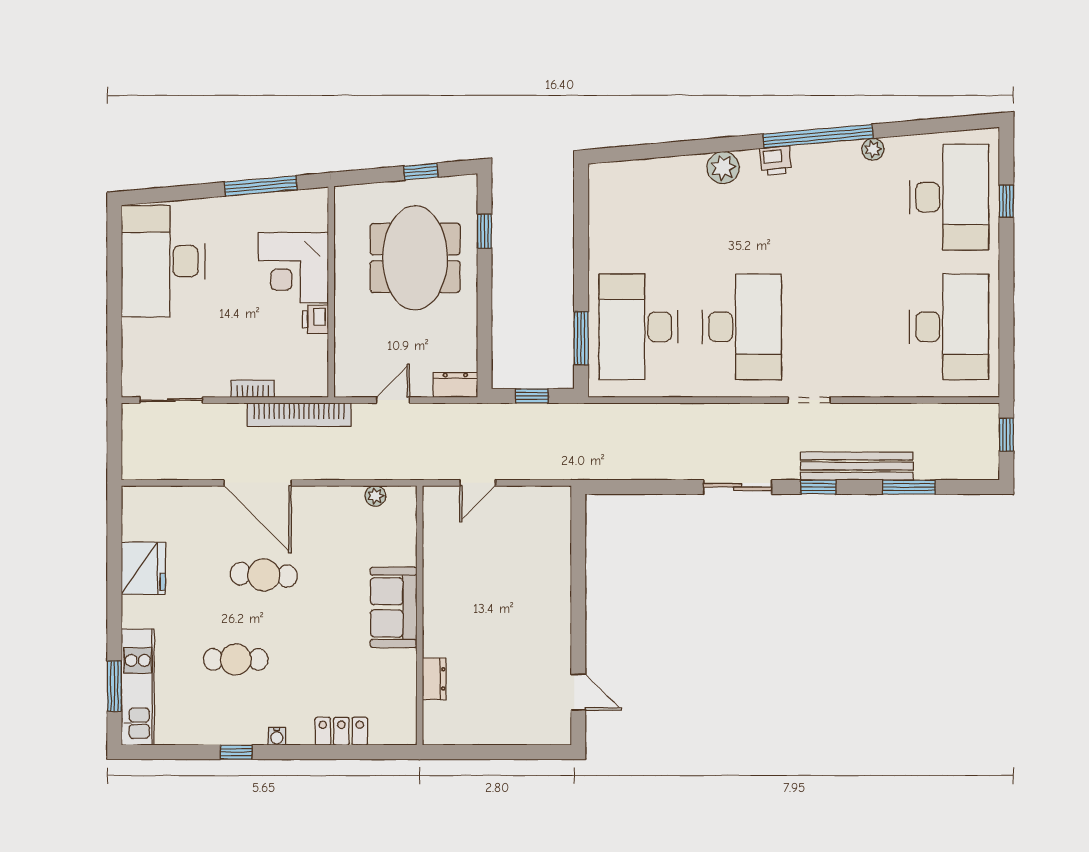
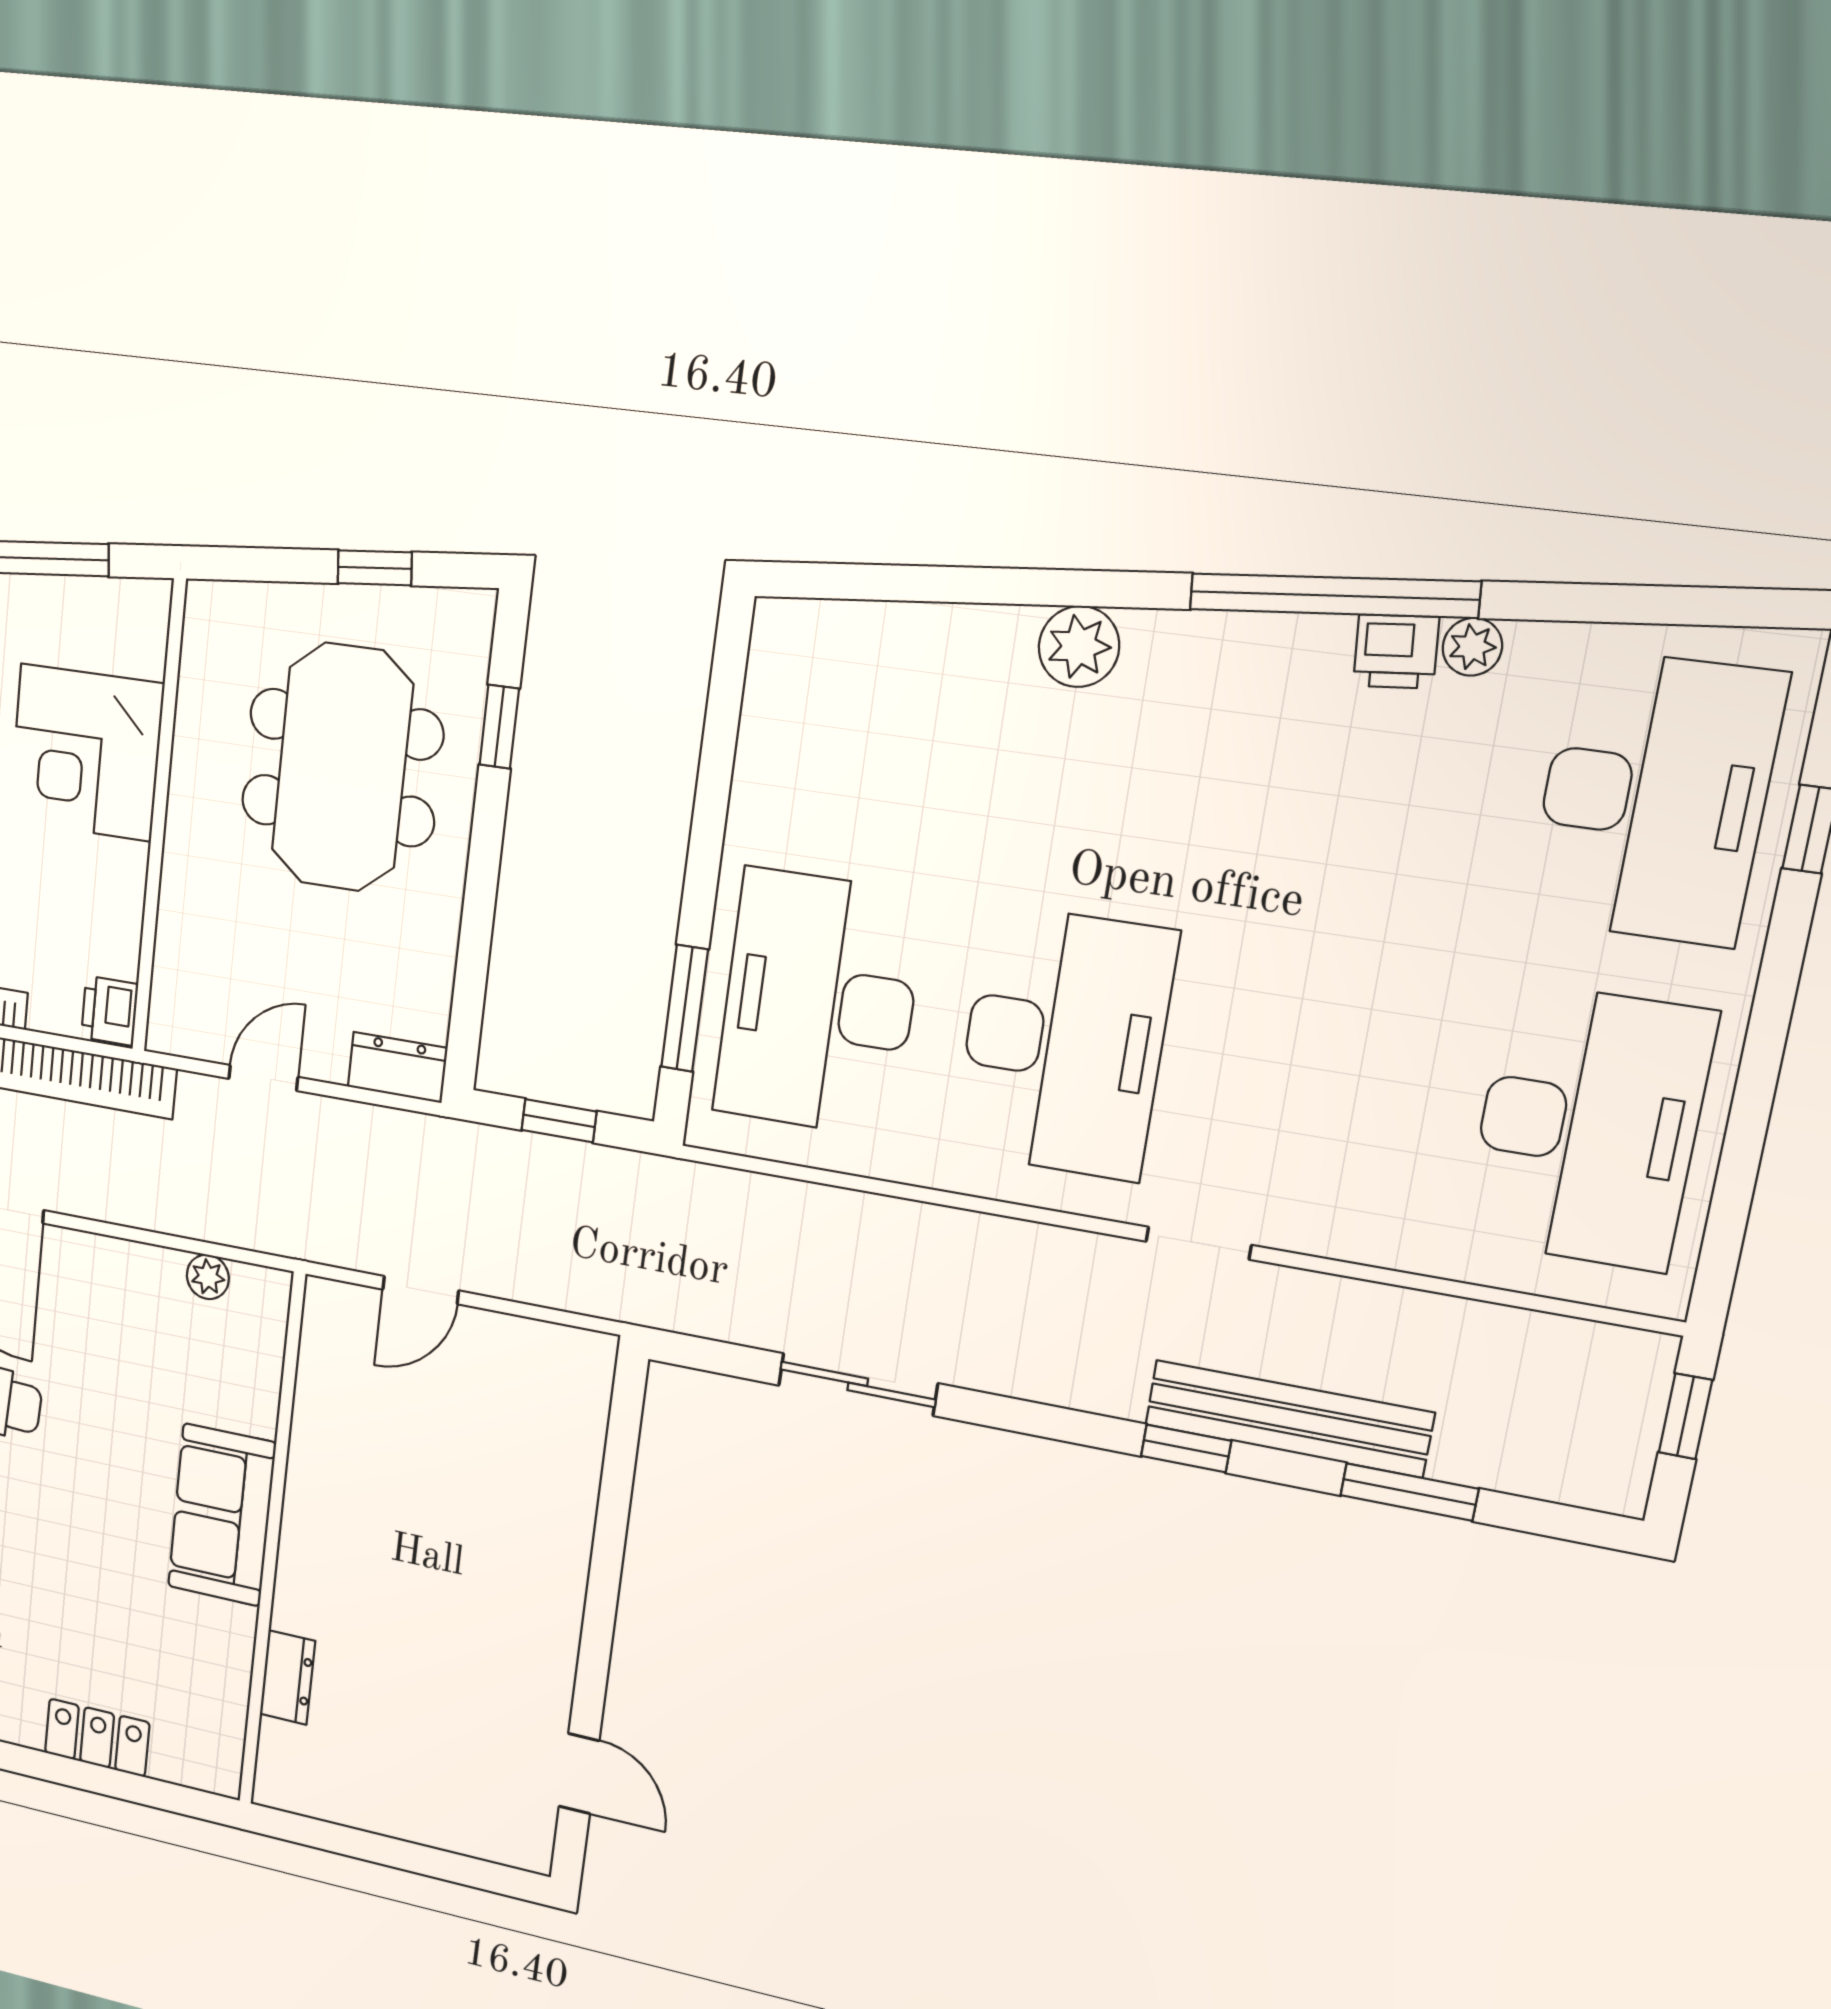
printer: (776, 161) -> (1396, 651), moved
printer: (315, 319) -> (110, 1011), moved
sliding door: (738, 487) -> (858, 1384), moved

